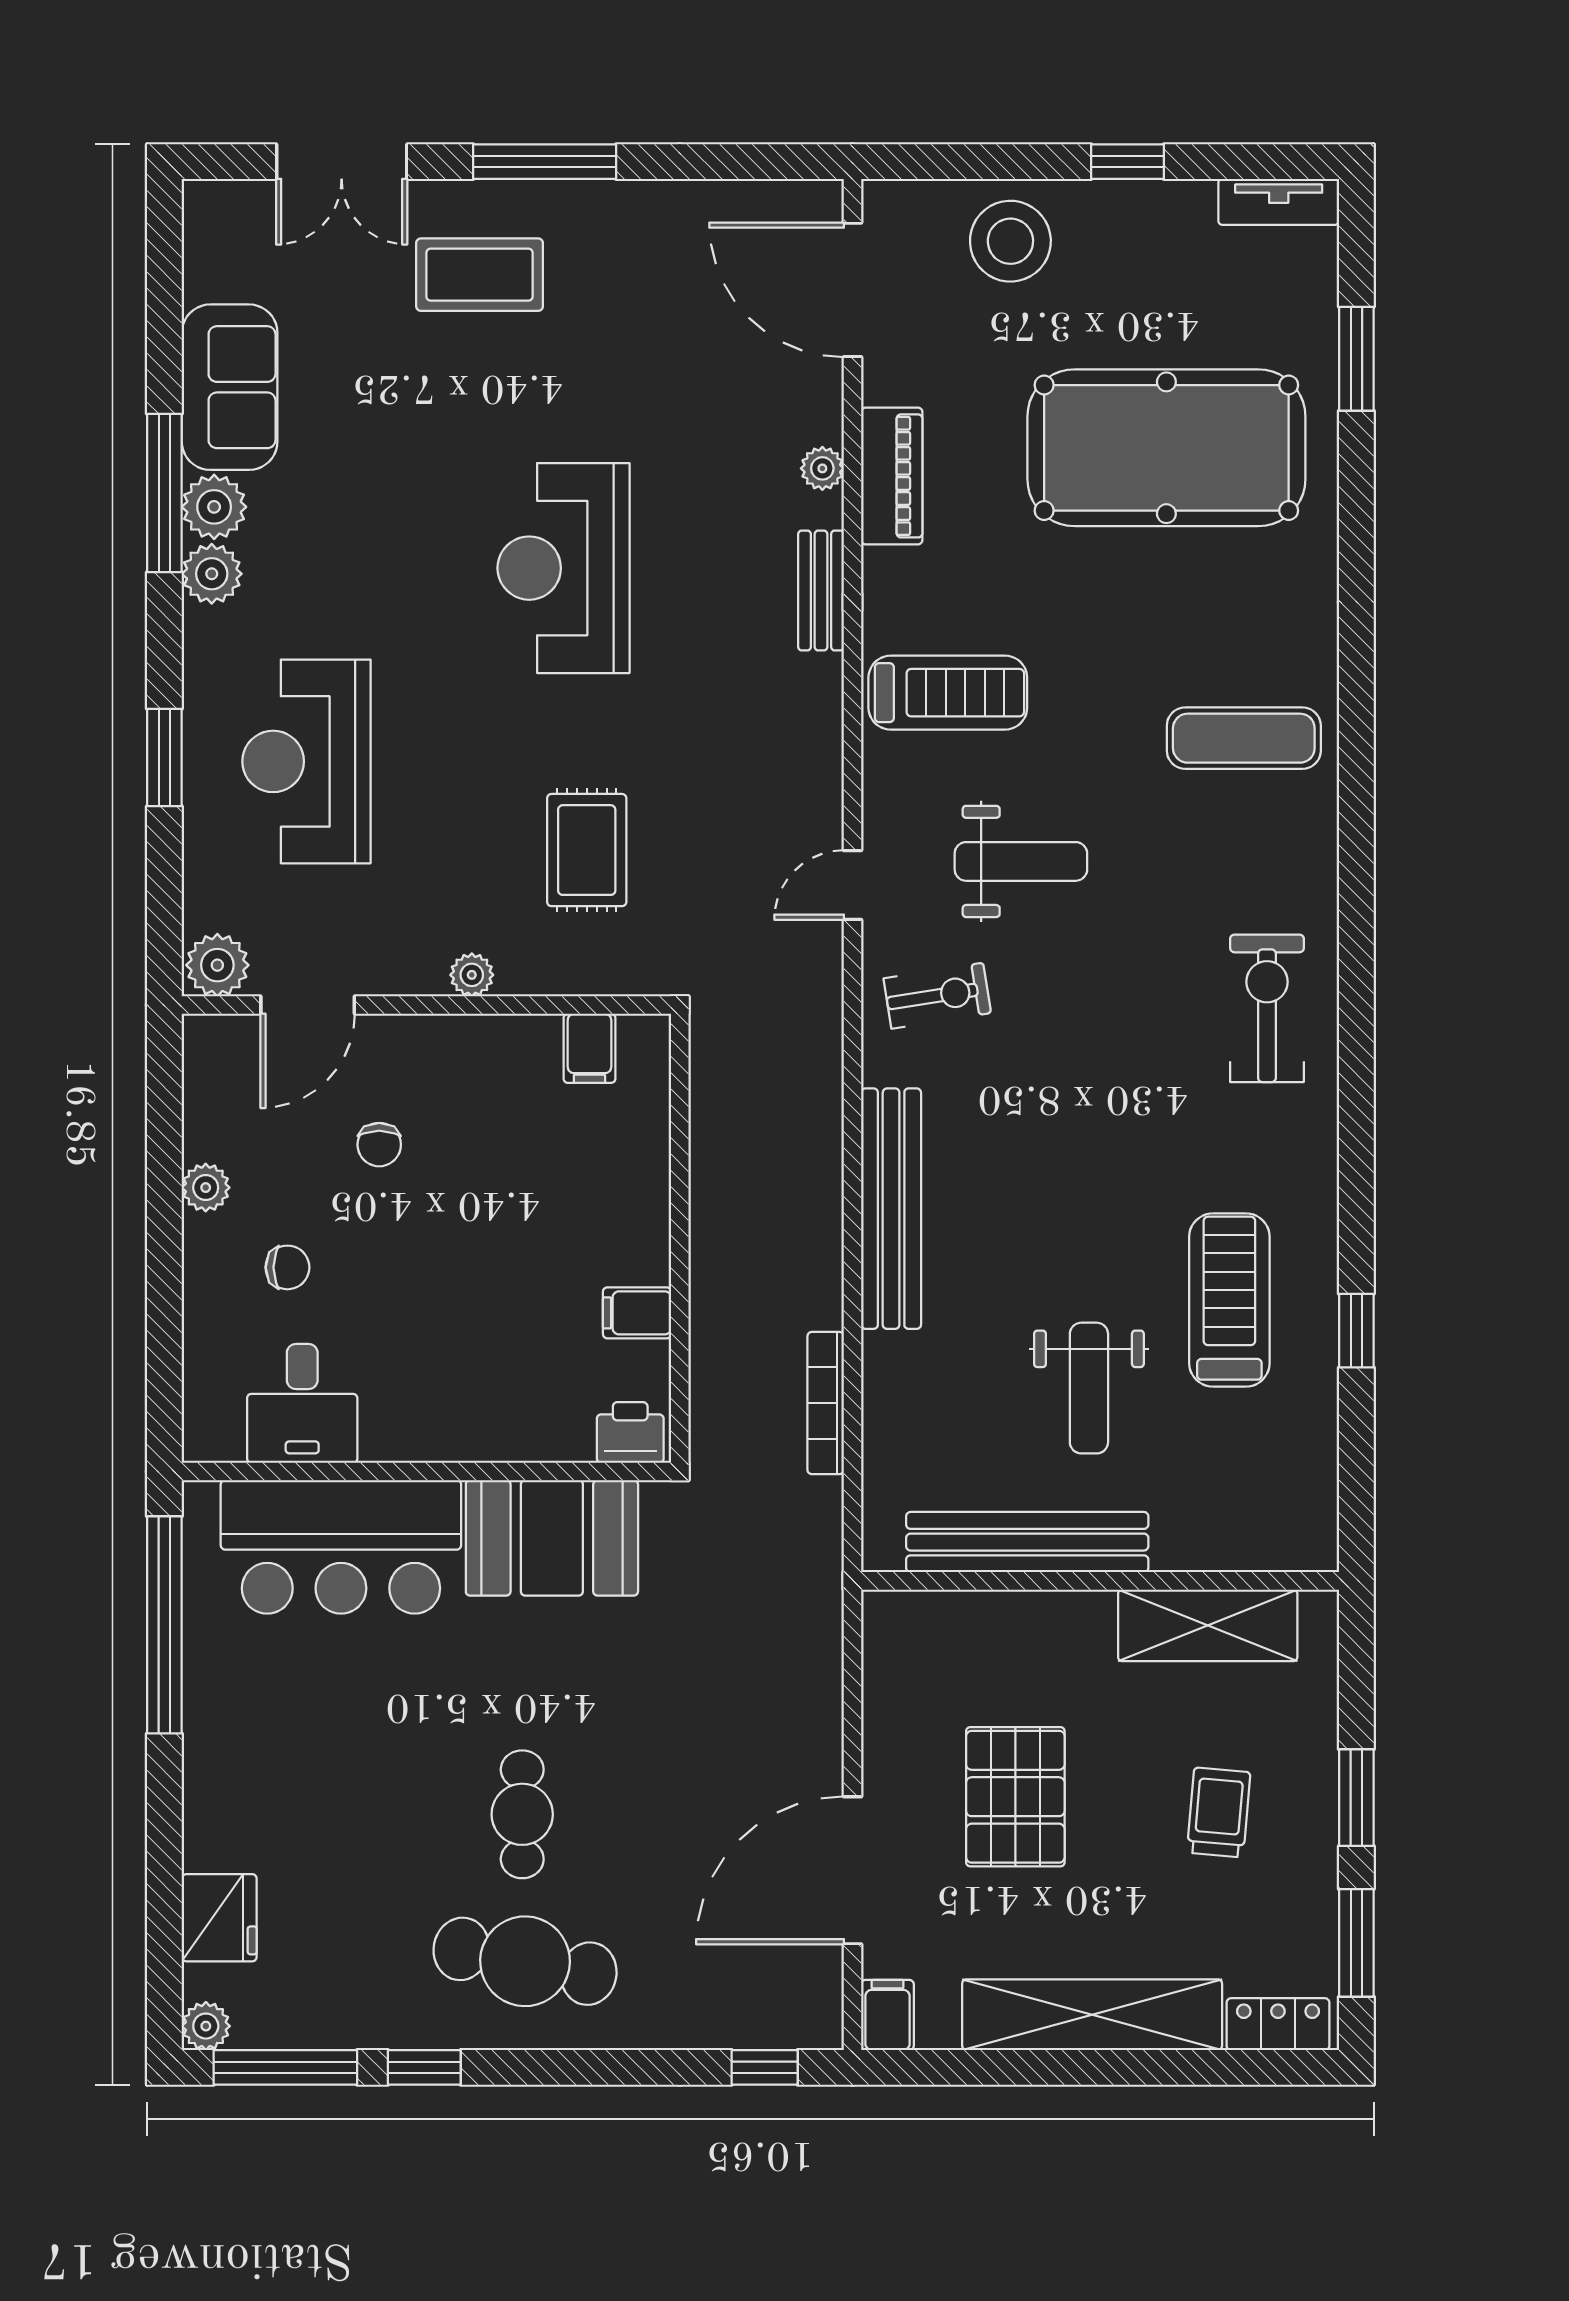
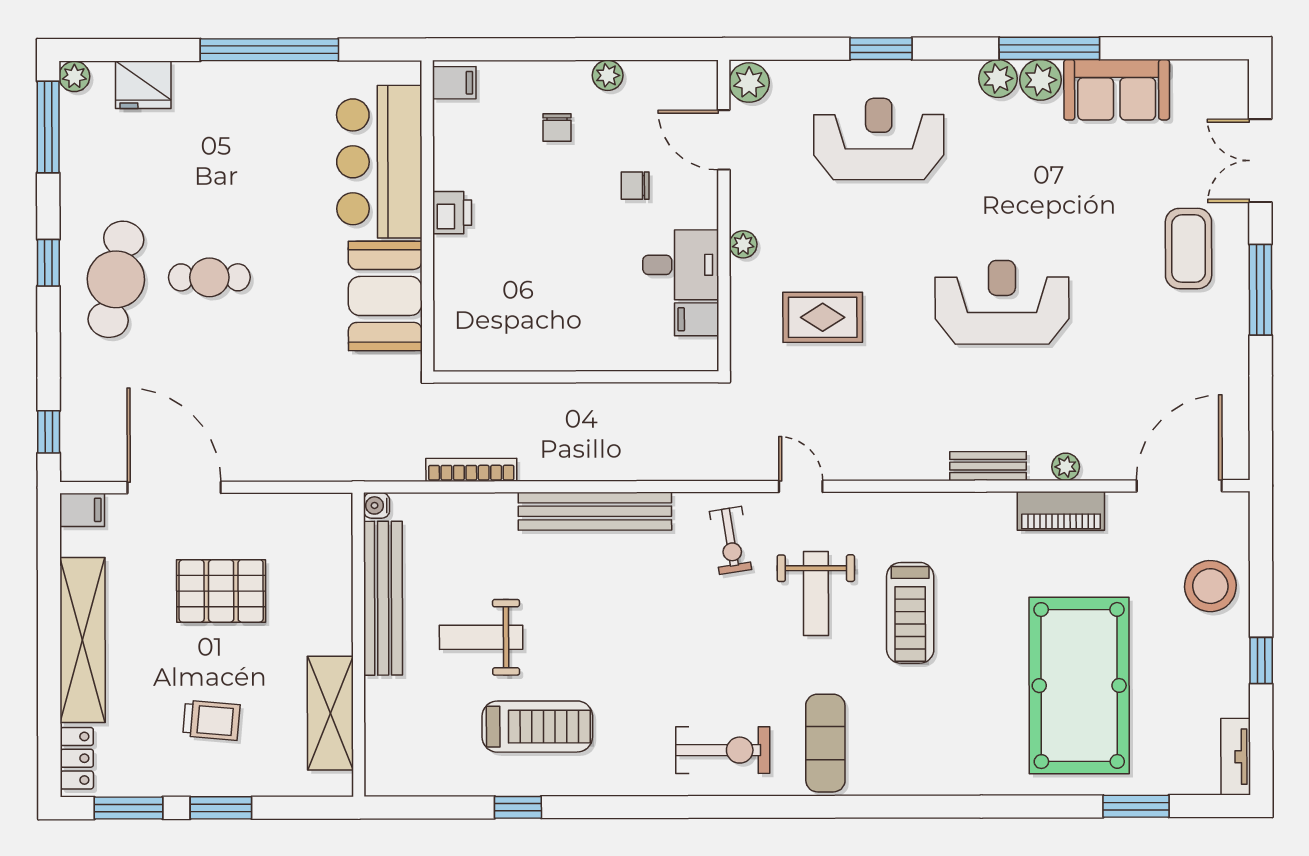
treadmill: (948, 693) -> (910, 613), moved
exercise mat: (1244, 738) -> (825, 743), moved
filing cabinet: (637, 1313) -> (454, 83), moved, turned 90
desk: (302, 1403) -> (681, 265), moved, turned 180
printer: (630, 1433) -> (452, 213), moved
water cooler: (881, 1552) -> (377, 505), added
window: (164, 1625) -> (269, 50), moved
window: (424, 2067) -> (48, 263), moved

